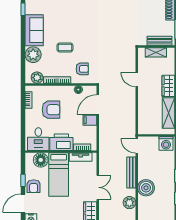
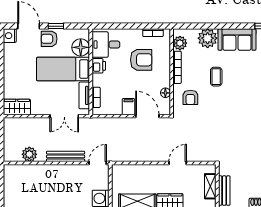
armchair: (51, 110) -> (141, 60), turned -90
printer: (61, 142) -> (99, 66), width x0.53, depth x0.68
double door: (98, 187) -> (64, 116), moved
boiler: (146, 188) -> (47, 174), removed

